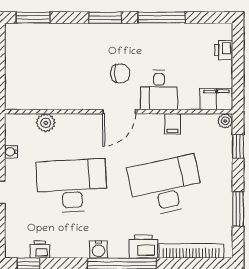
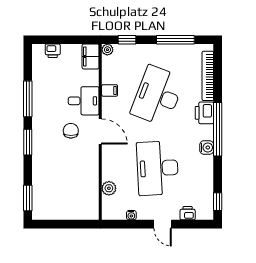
desk: (165, 186) -> (158, 96), turned 33
window: (238, 209) -> (175, 40), width x1.44
printer: (40, 249) -> (188, 213), moved, turned 90

